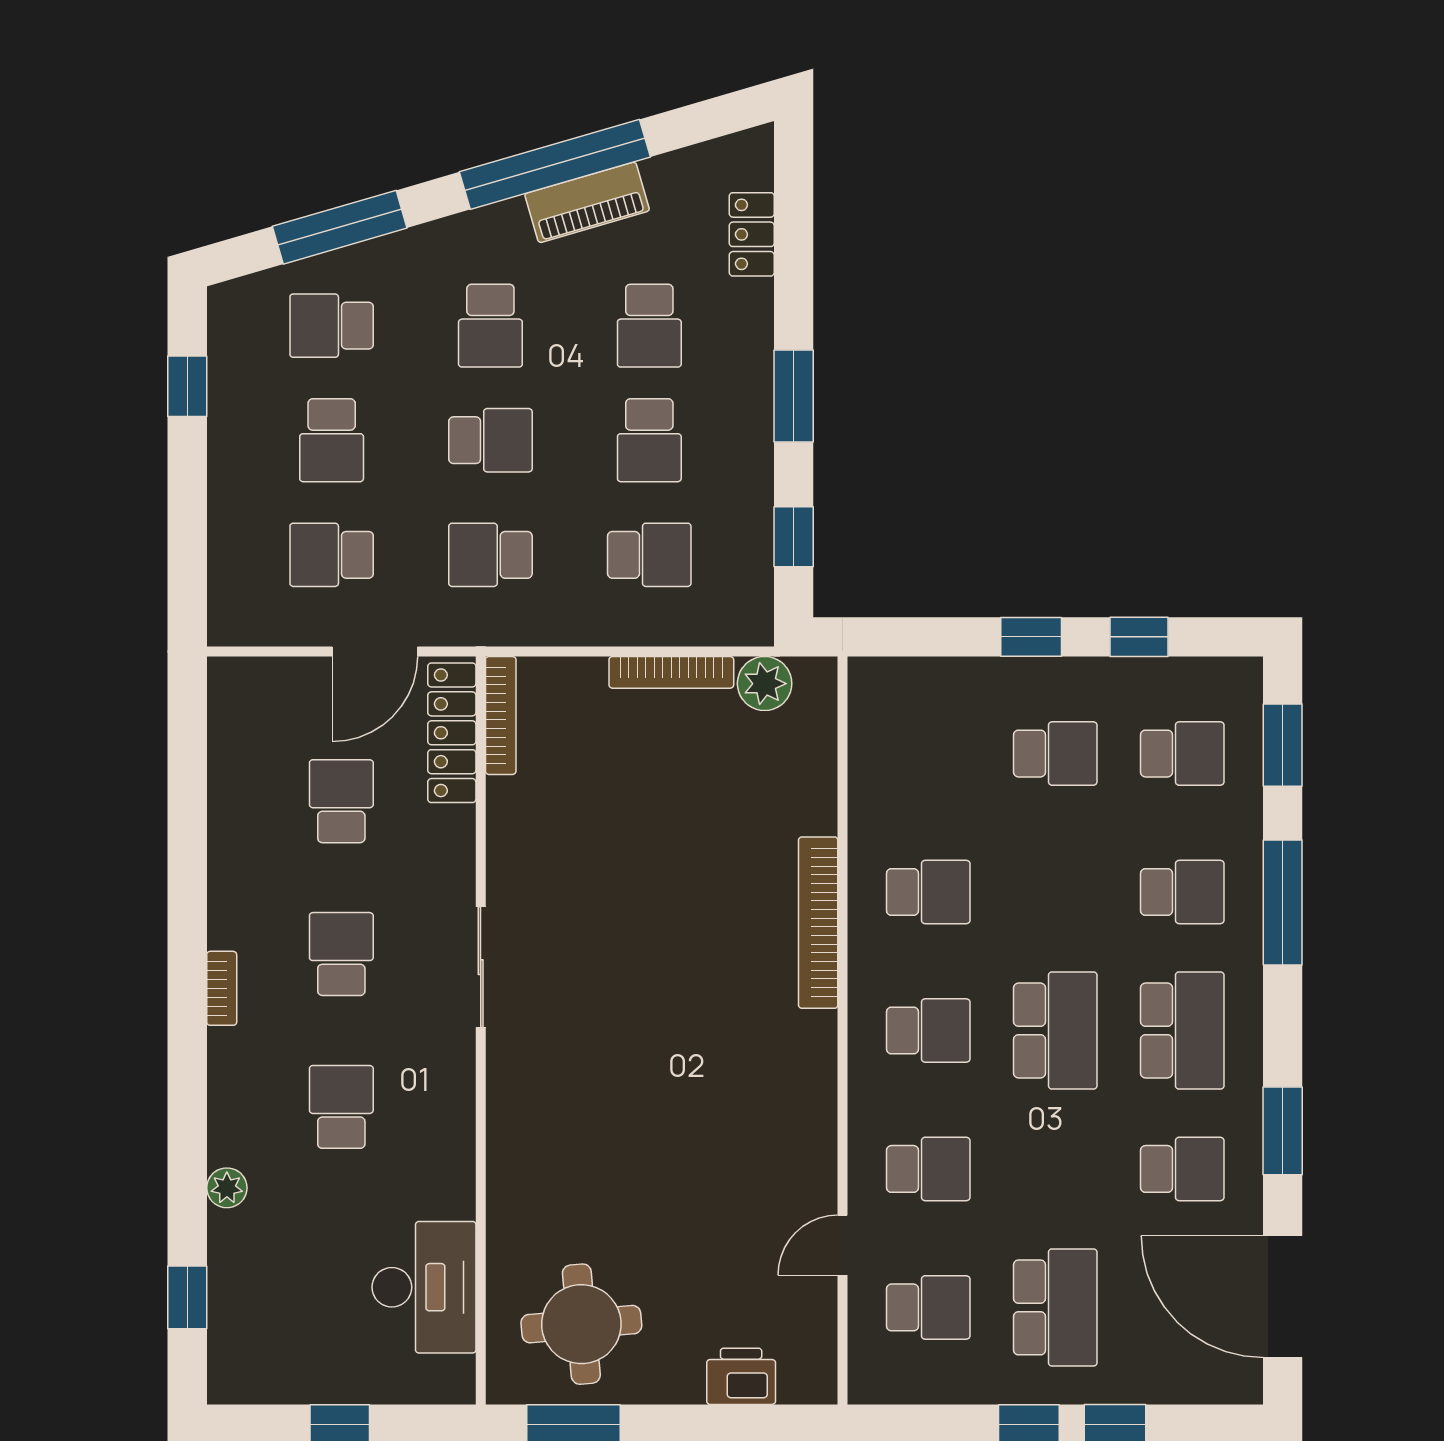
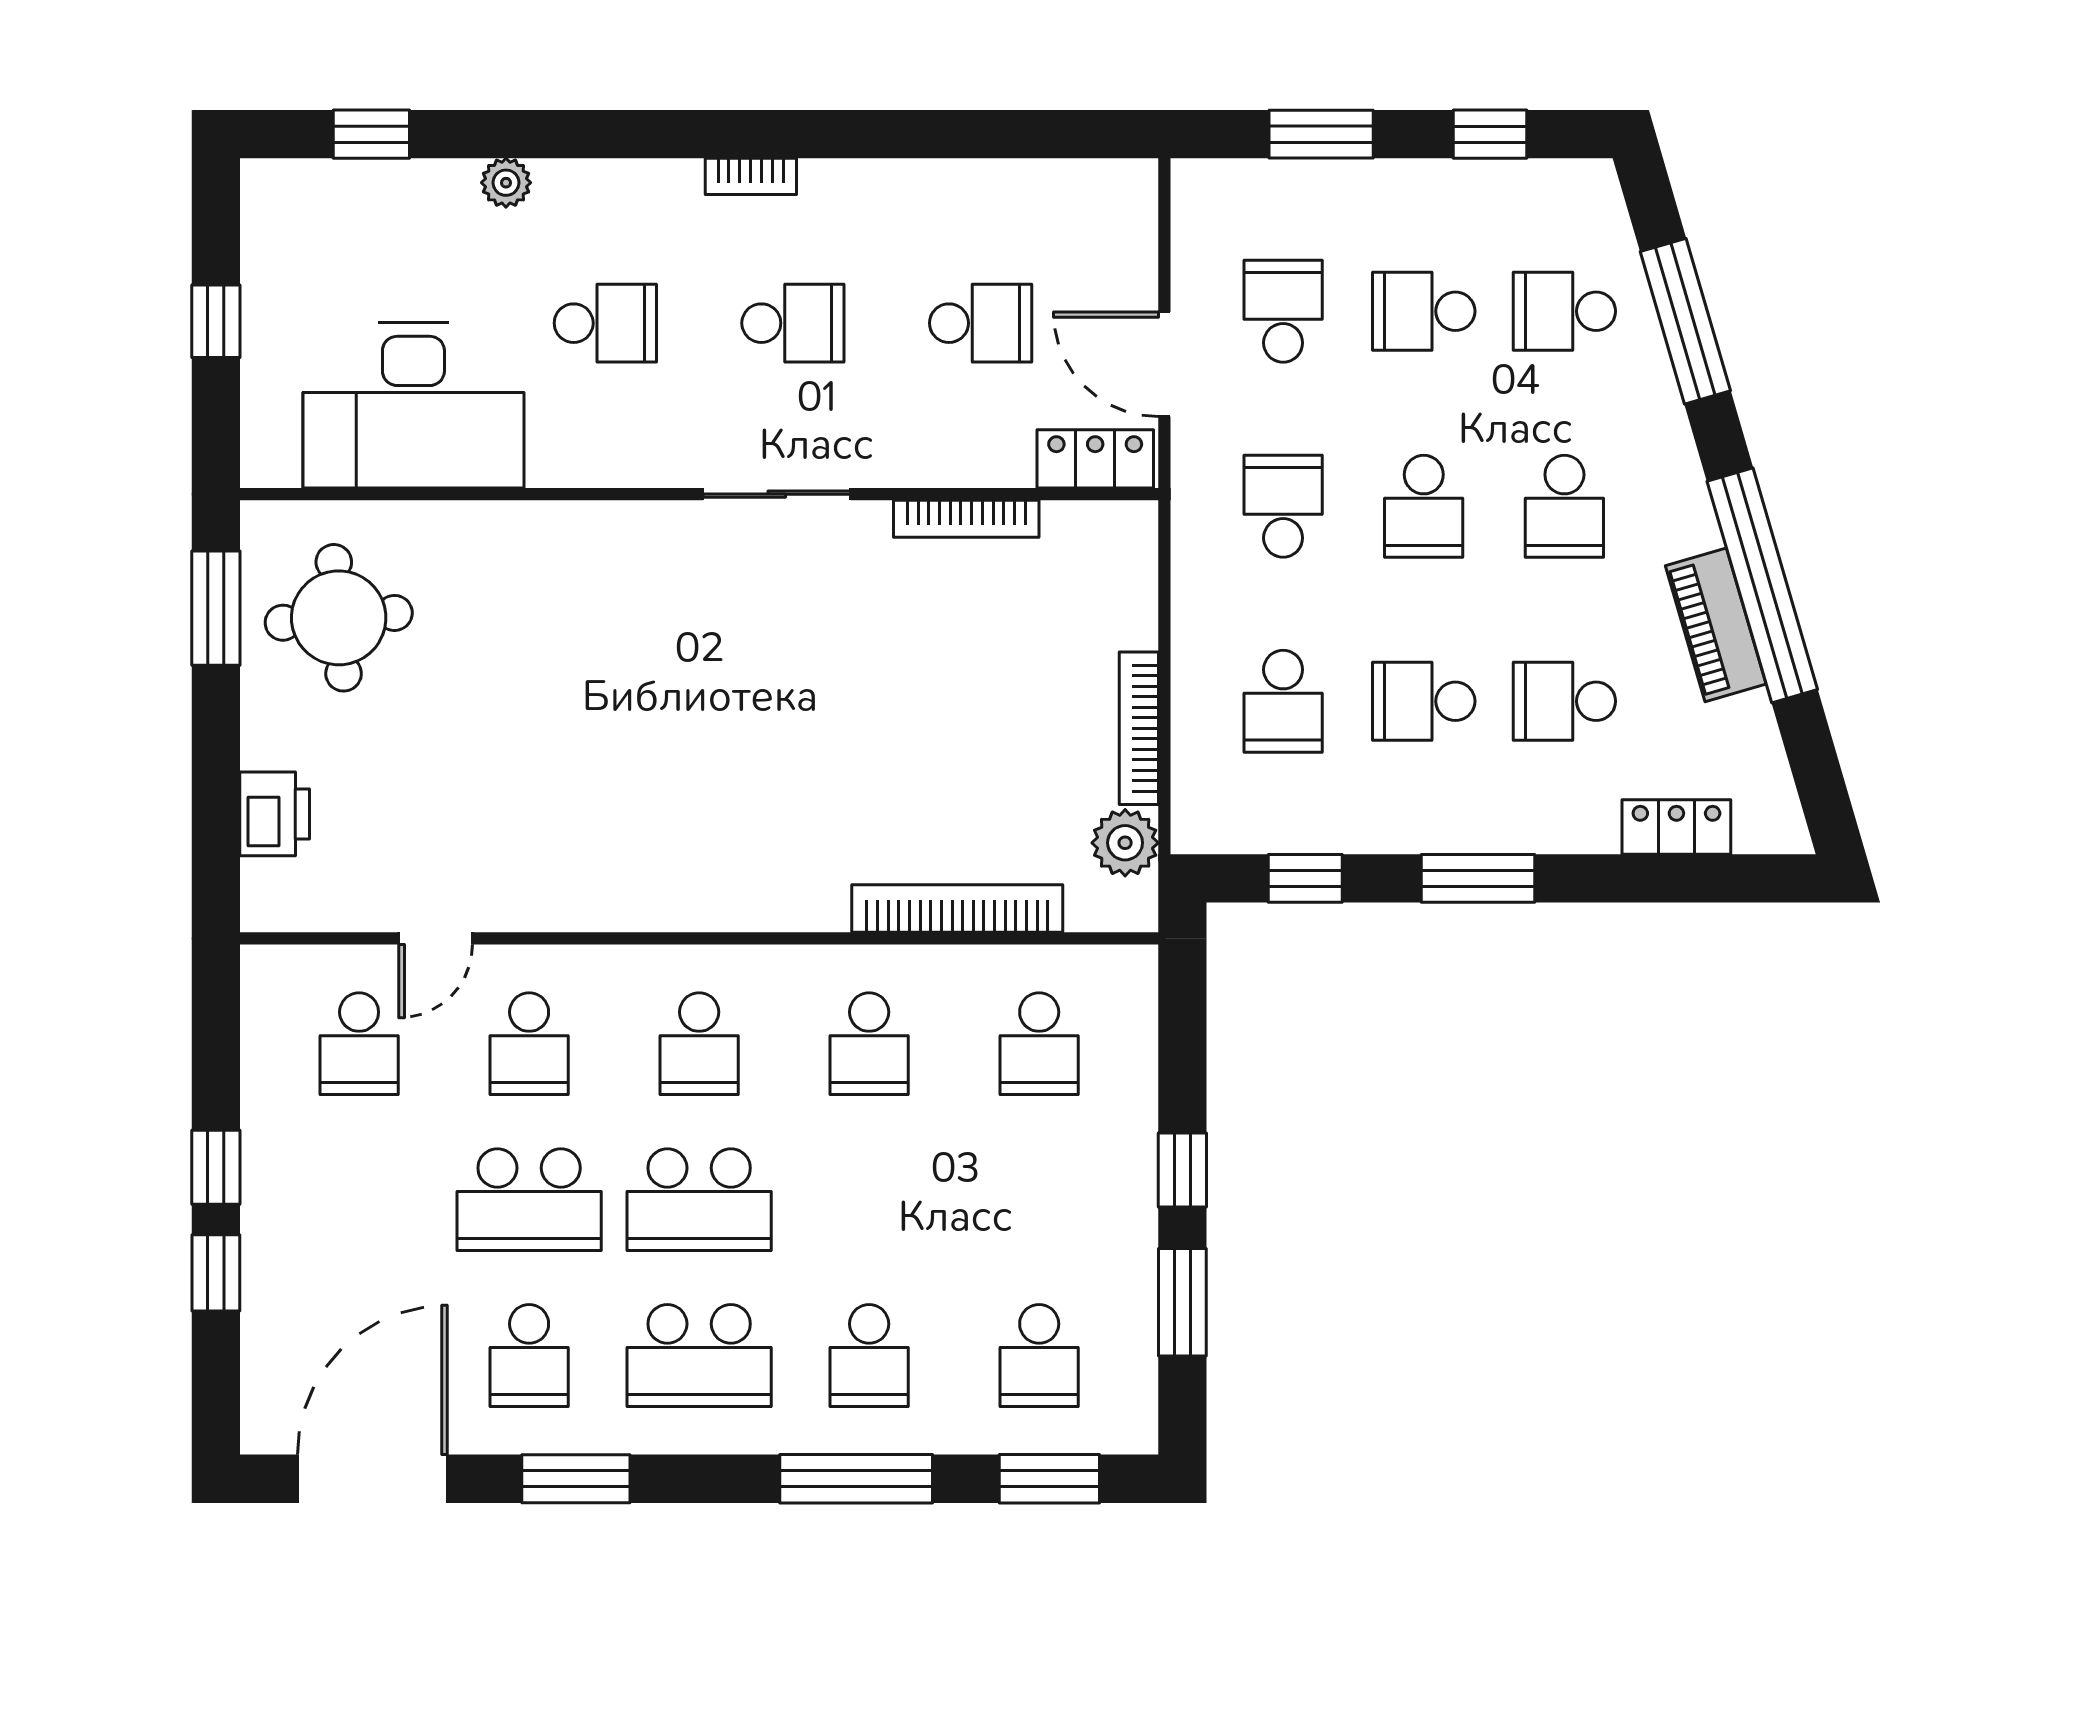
school desk: (332, 326) -> (1564, 311), turned -90
school desk: (490, 326) -> (1564, 506), turned -90
window: (187, 524) -> (1321, 134), added
window: (1139, 637) -> (1182, 1302), width x1.50
bookcase: (501, 715) -> (966, 519), moved
locker: (452, 733) -> (1095, 459), width x0.66
school desk: (1055, 754) -> (1039, 1044), moved
bookcase: (818, 923) -> (957, 909), moved
door: (843, 1245) -> (436, 938), swing flipped
desk: (424, 1287) -> (413, 406), width x1.36, depth x1.30
school desk: (1055, 1307) -> (529, 1200), moved

